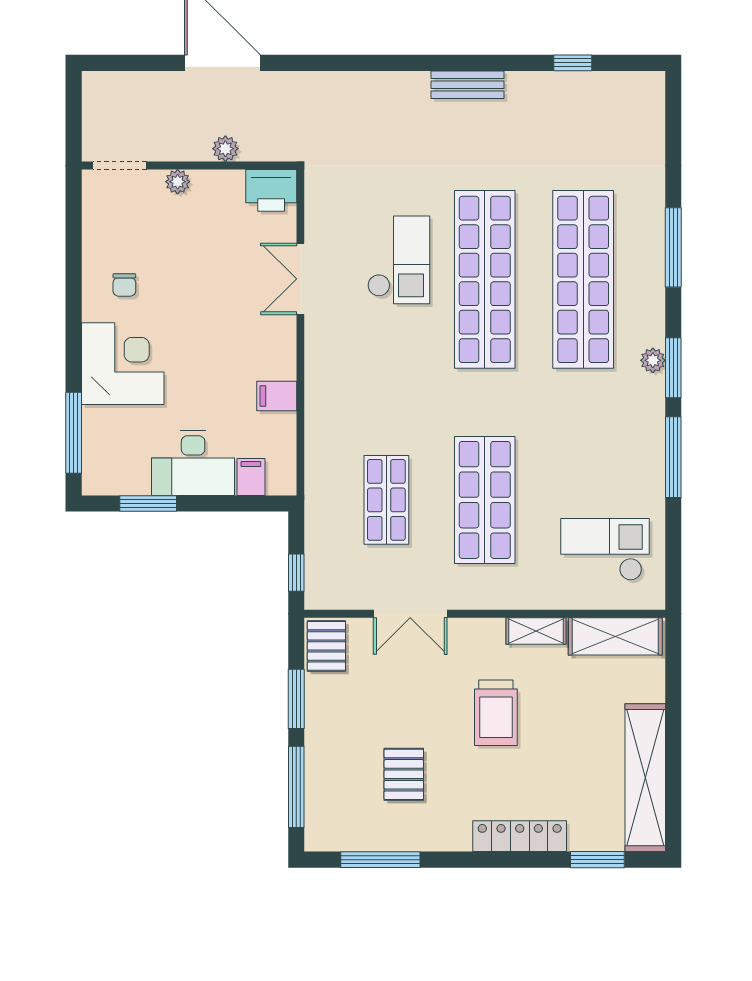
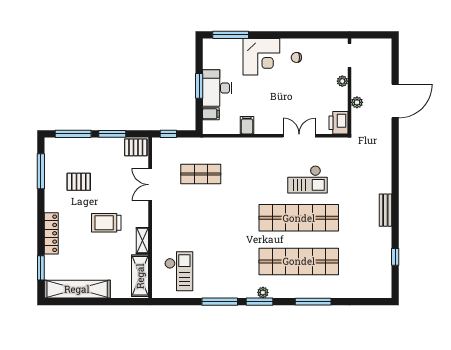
shop shelf: (485, 500) -> (201, 218), removed
window: (148, 503) -> (199, 86), moved

